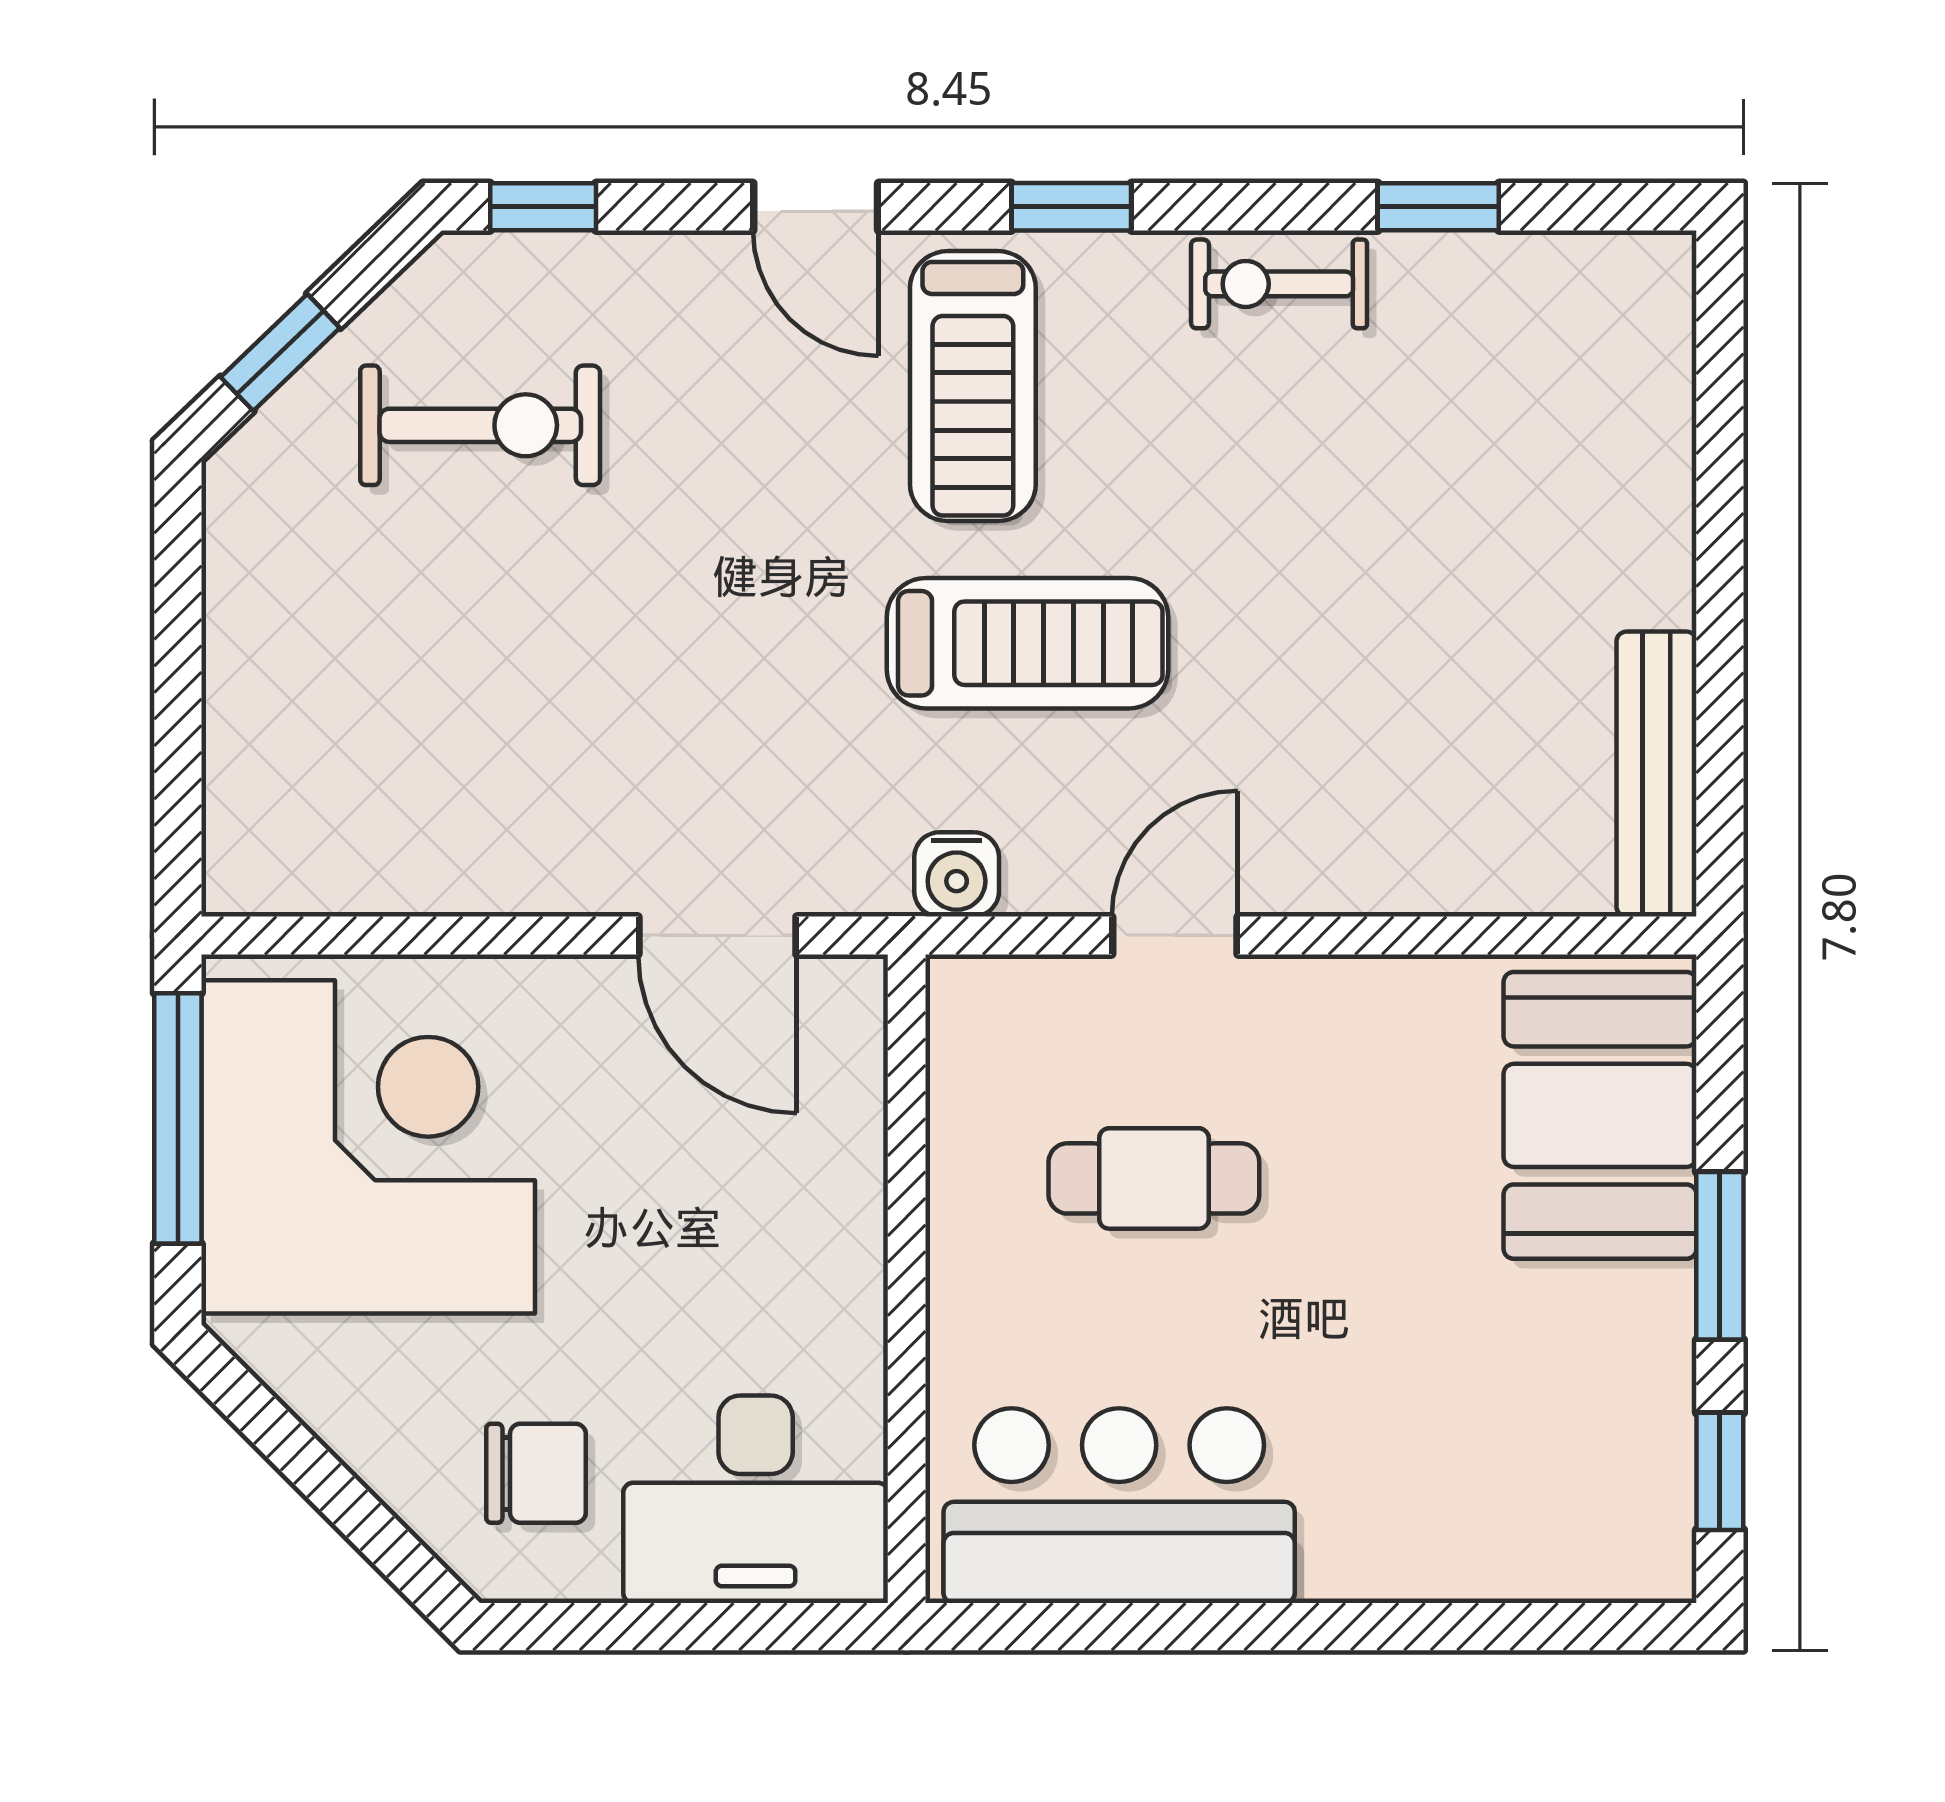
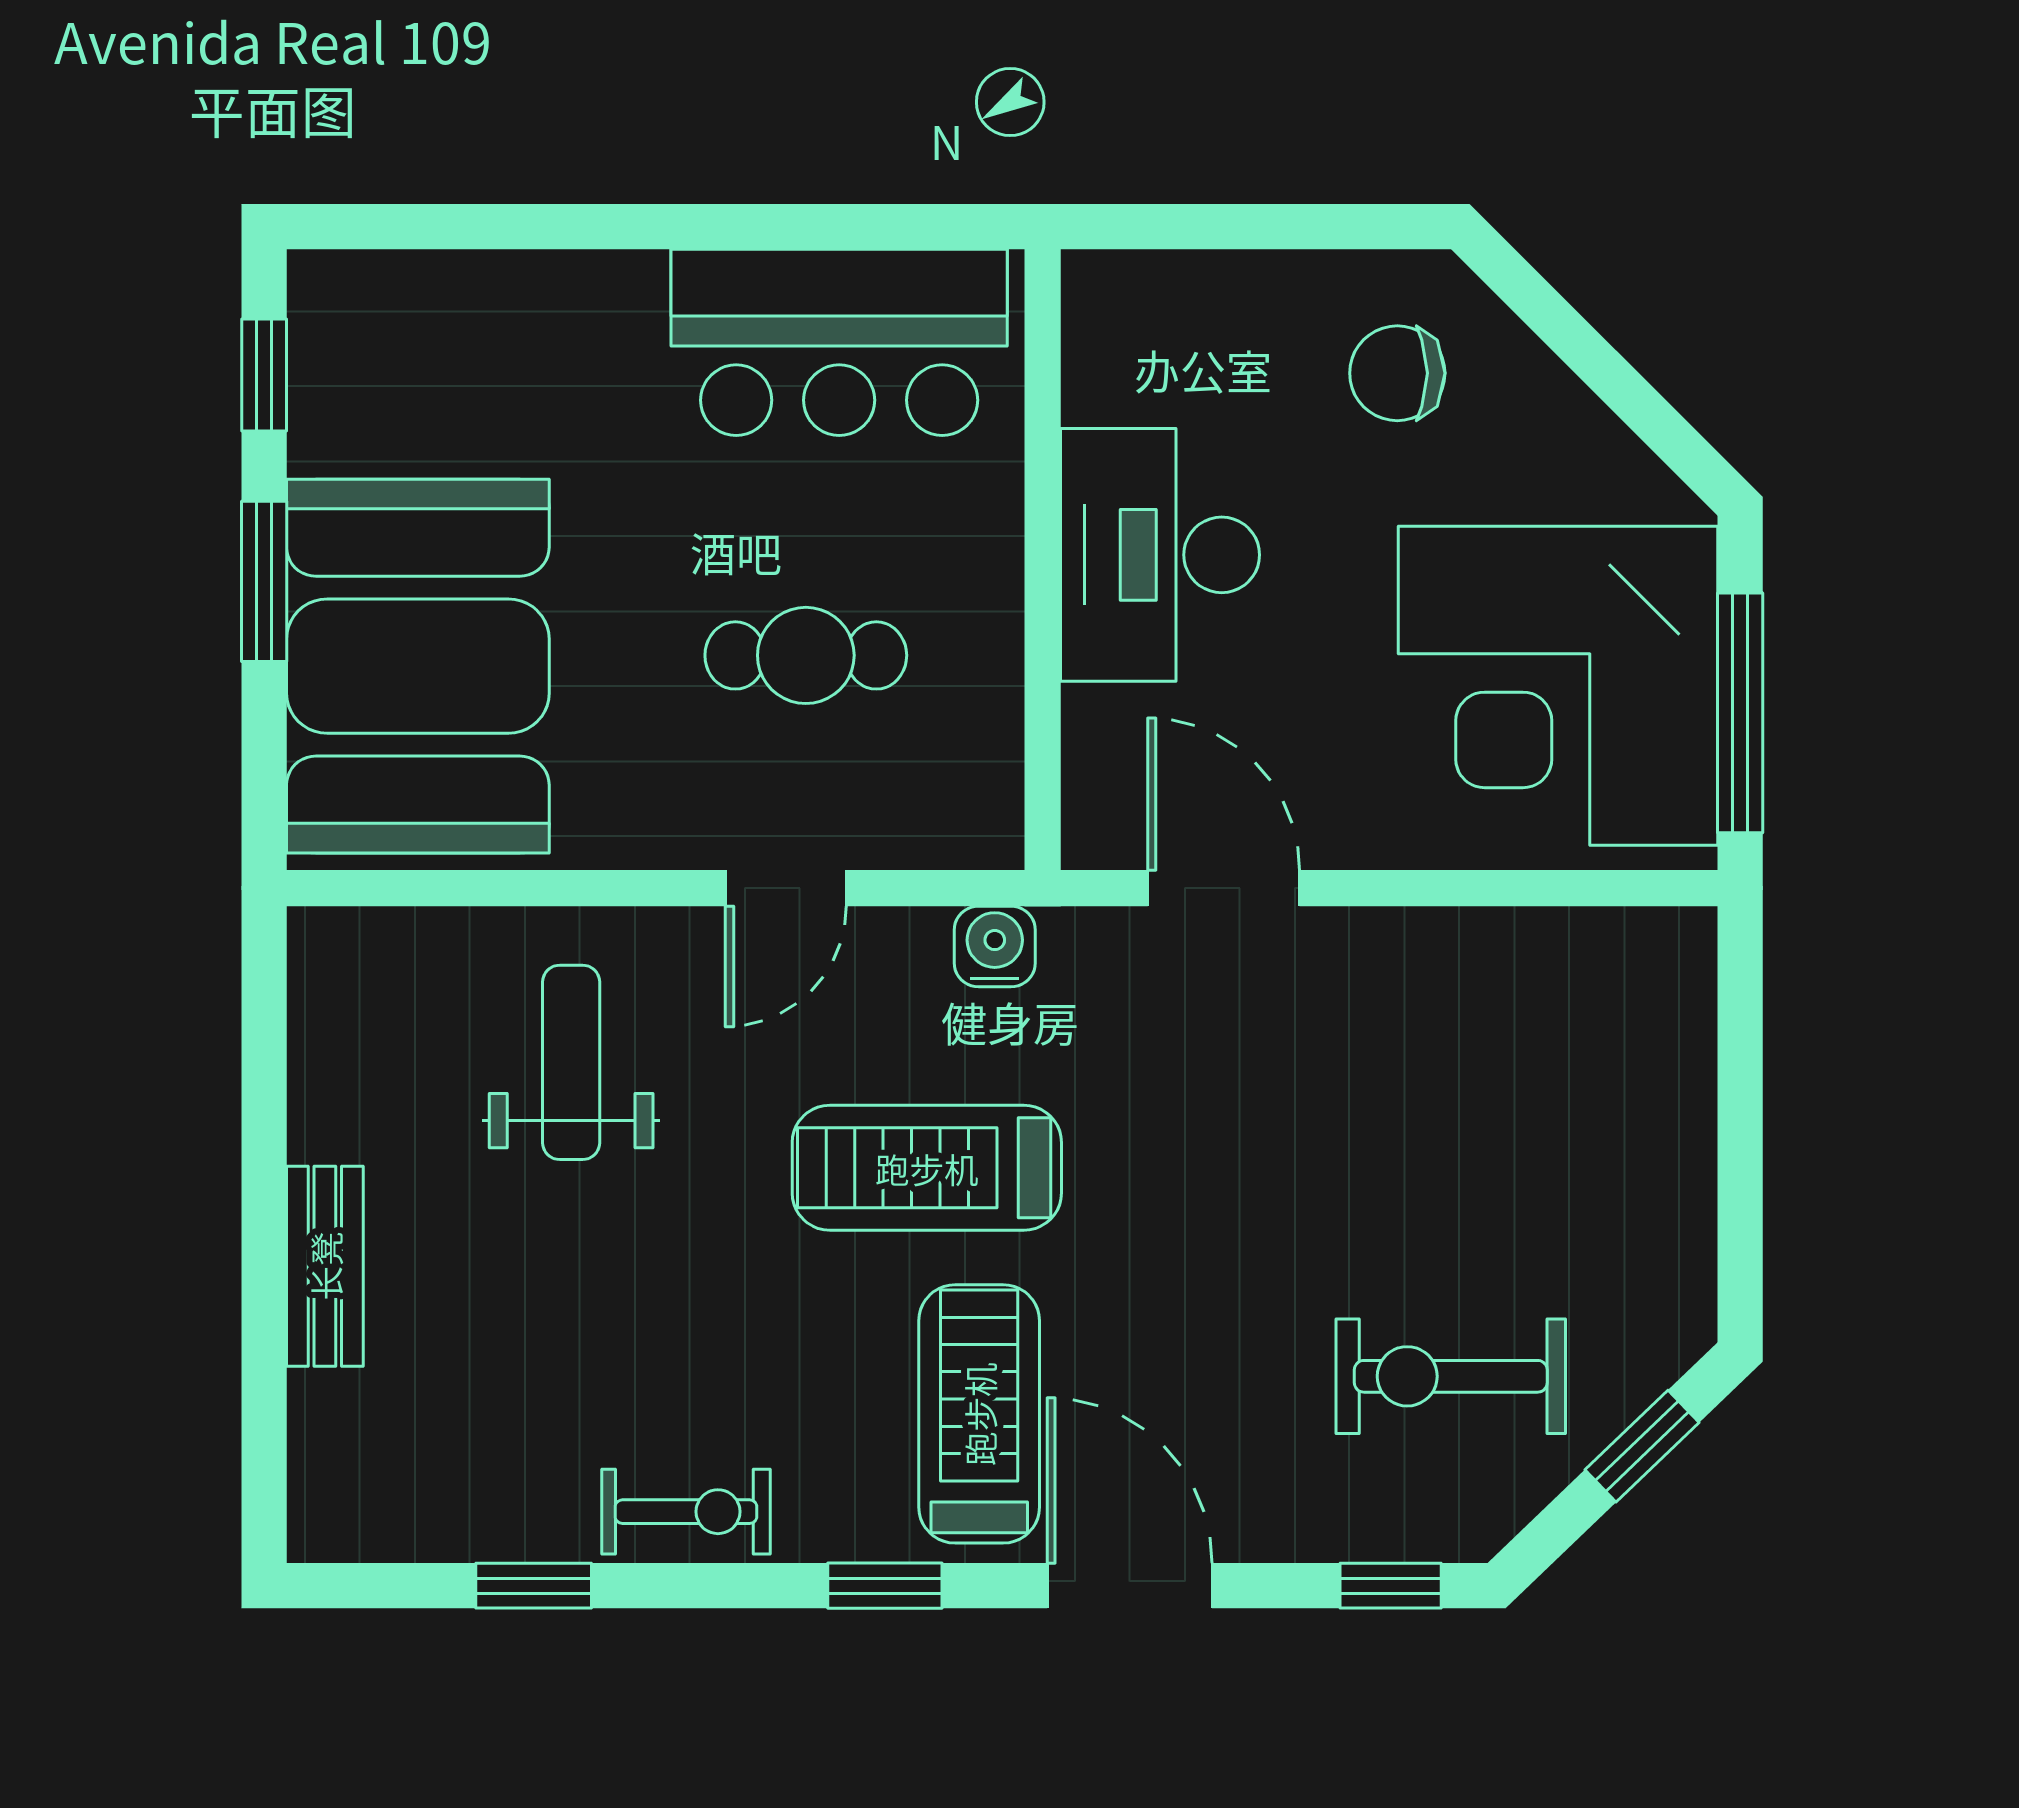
door: (816, 207) -> (1130, 1586), width x1.38
weight bench: (1399, 753) -> (571, 1062), added
bench: (1656, 774) -> (325, 1266), moved, width x0.73
booth: (1600, 1115) -> (418, 666), width x1.36, depth x1.42
desk: (756, 1499) -> (1160, 555), moved, turned -90

